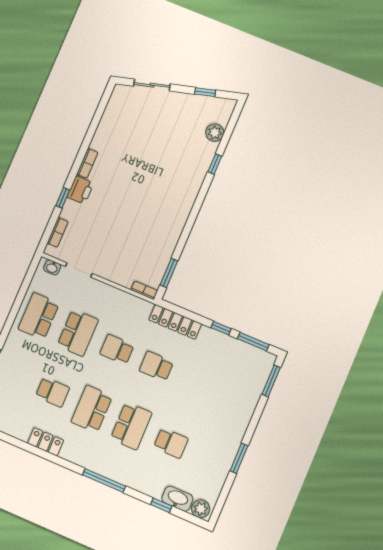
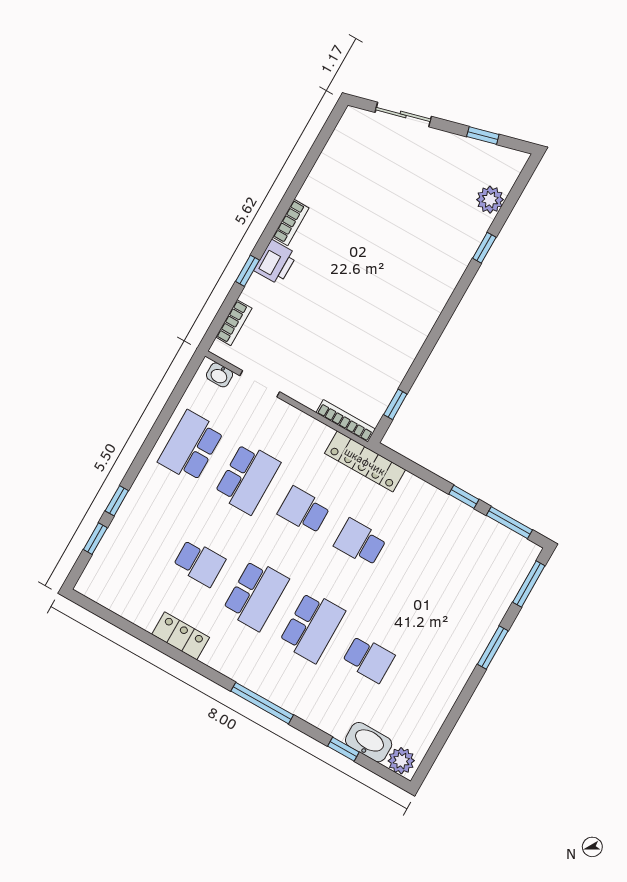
window: (169, 273) -> (395, 404), width x0.67
bookcase: (144, 290) -> (346, 421), width x1.56
locker: (175, 322) -> (365, 461), moved
school desk: (92, 409) -> (256, 595), turned 180
window: (239, 458) -> (493, 648), moved

